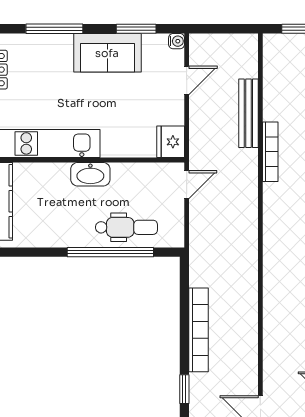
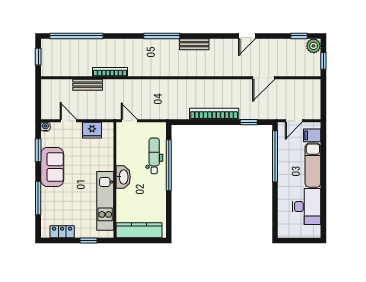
bench: (248, 113) -> (88, 85), width x0.73
fridge: (171, 142) -> (92, 130), moved

